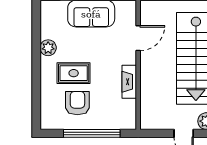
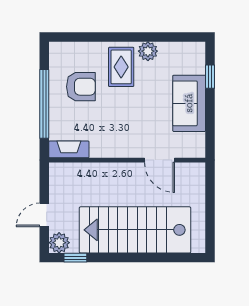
rug: (74, 73) -> (121, 67), moved
fireplace: (129, 82) -> (69, 149), moved

